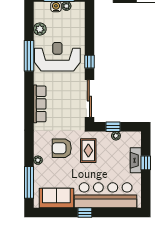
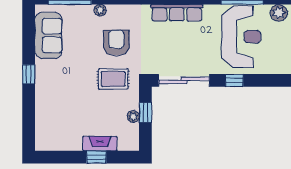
bar counter: (106, 195) -> (52, 102), removed

